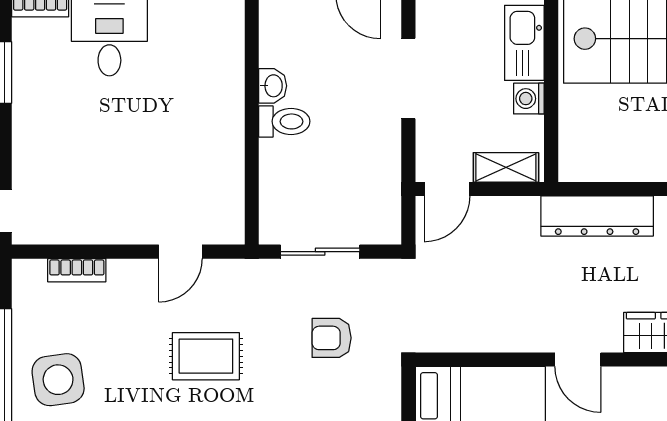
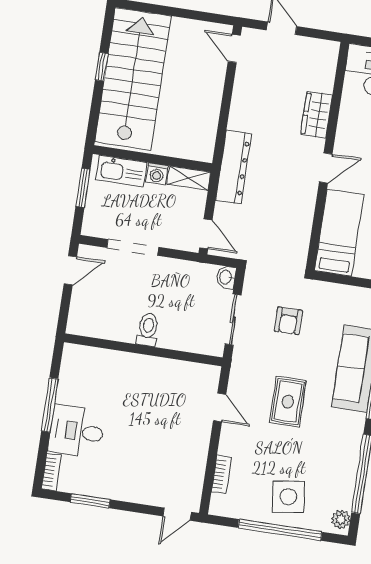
washbasin: (273, 86) -> (226, 277), moved, turned -90
shelving: (506, 167) -> (189, 178), moved, turned 90
dresser: (597, 216) -> (233, 167), moved

